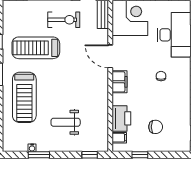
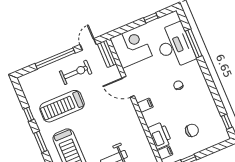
filing cabinet: (119, 82) -> (145, 105), width x0.50

